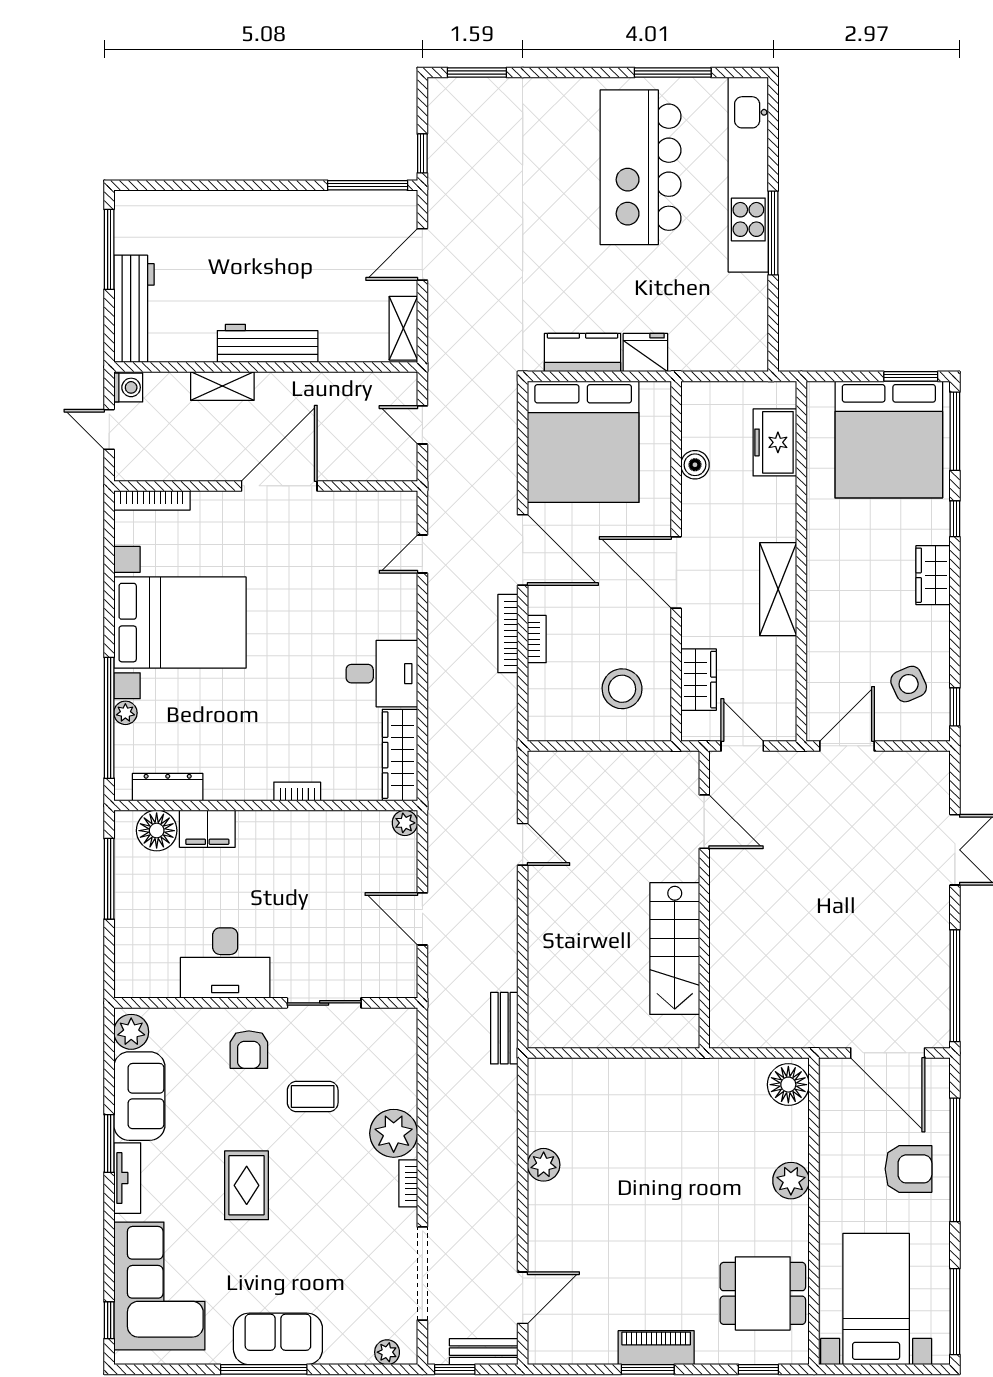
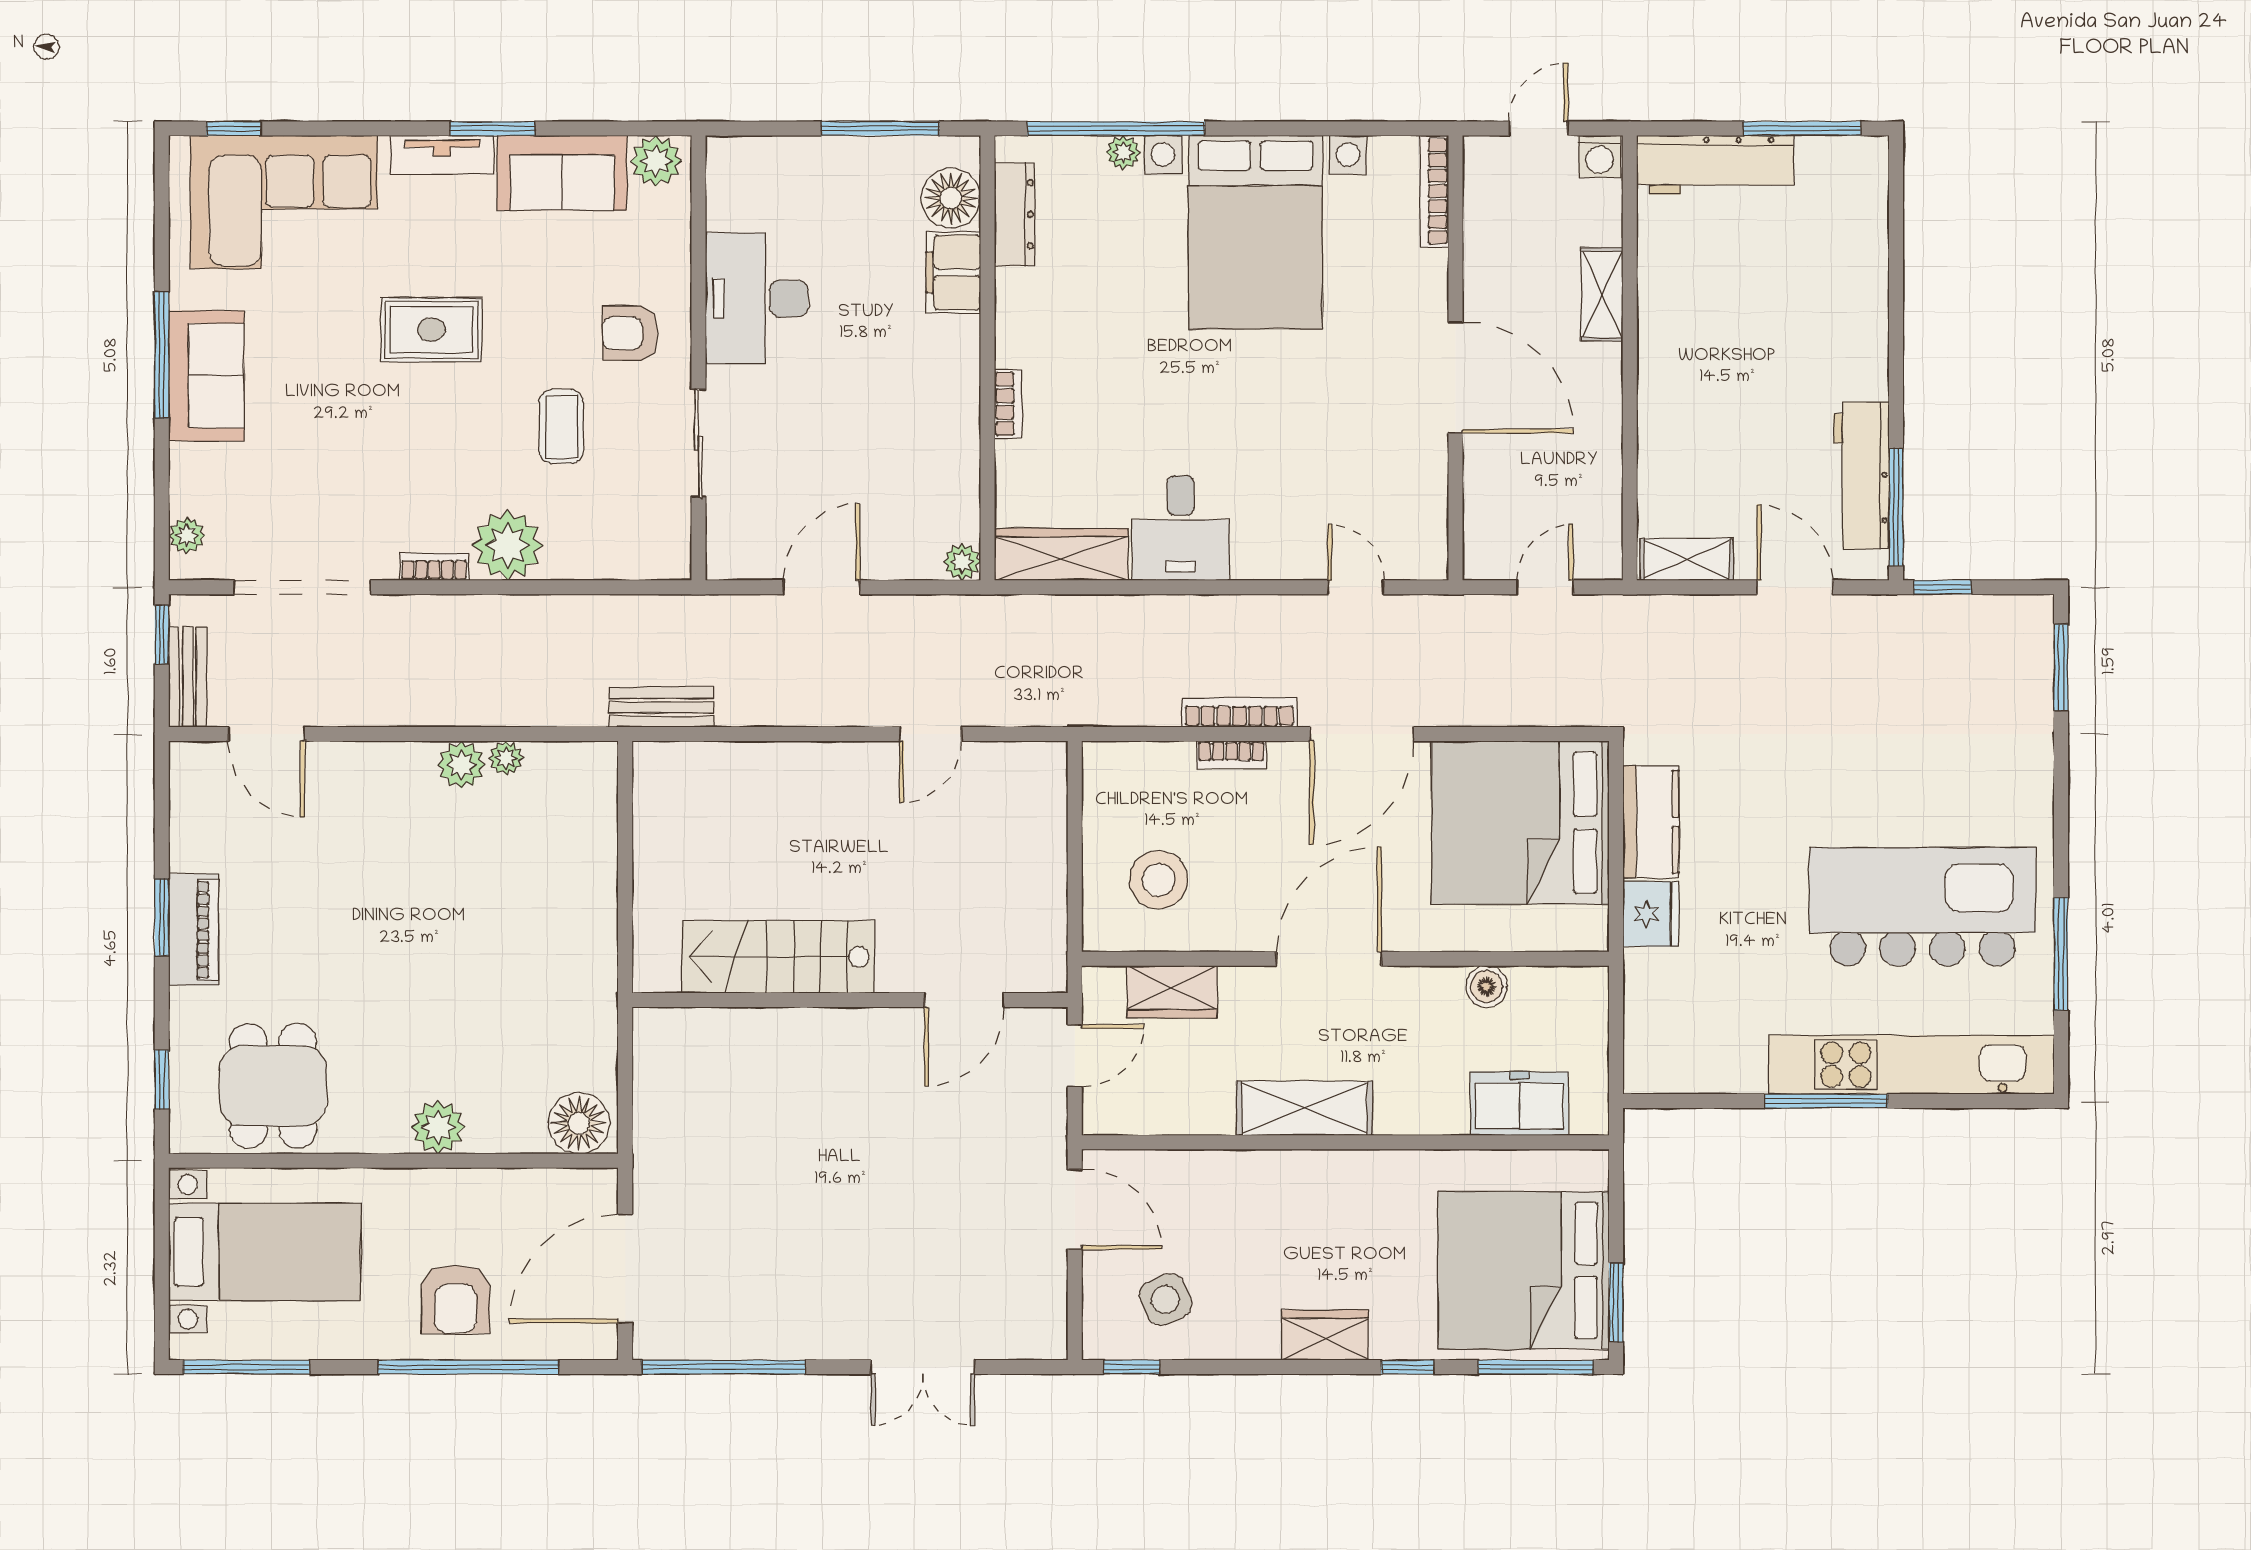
workbench: (268, 343) -> (1861, 475), moved, turned 180
plant: (539, 1134) -> (506, 758), added

